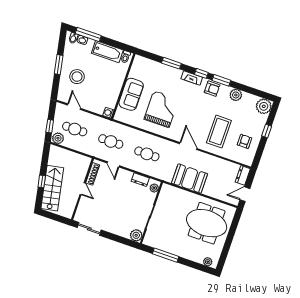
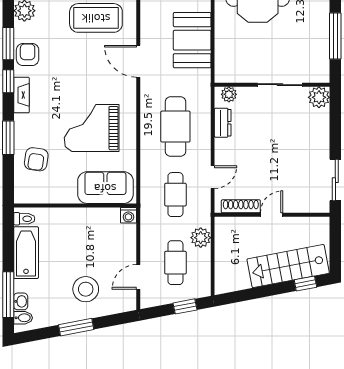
armchair: (155, 74) -> (36, 159), added
sofa: (131, 94) -> (105, 188), moved
plant: (58, 138) -> (201, 238), moved
door: (188, 146) -> (138, 61), hinge flipped
cafe table: (147, 154) -> (175, 127), width x1.37, depth x1.35
window: (42, 181) -> (305, 284), moved

